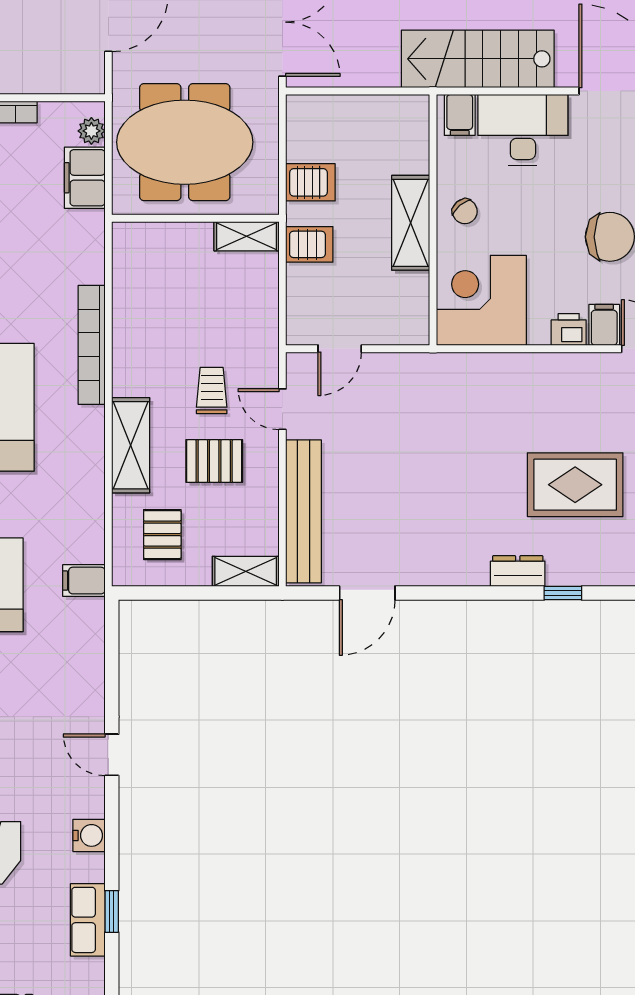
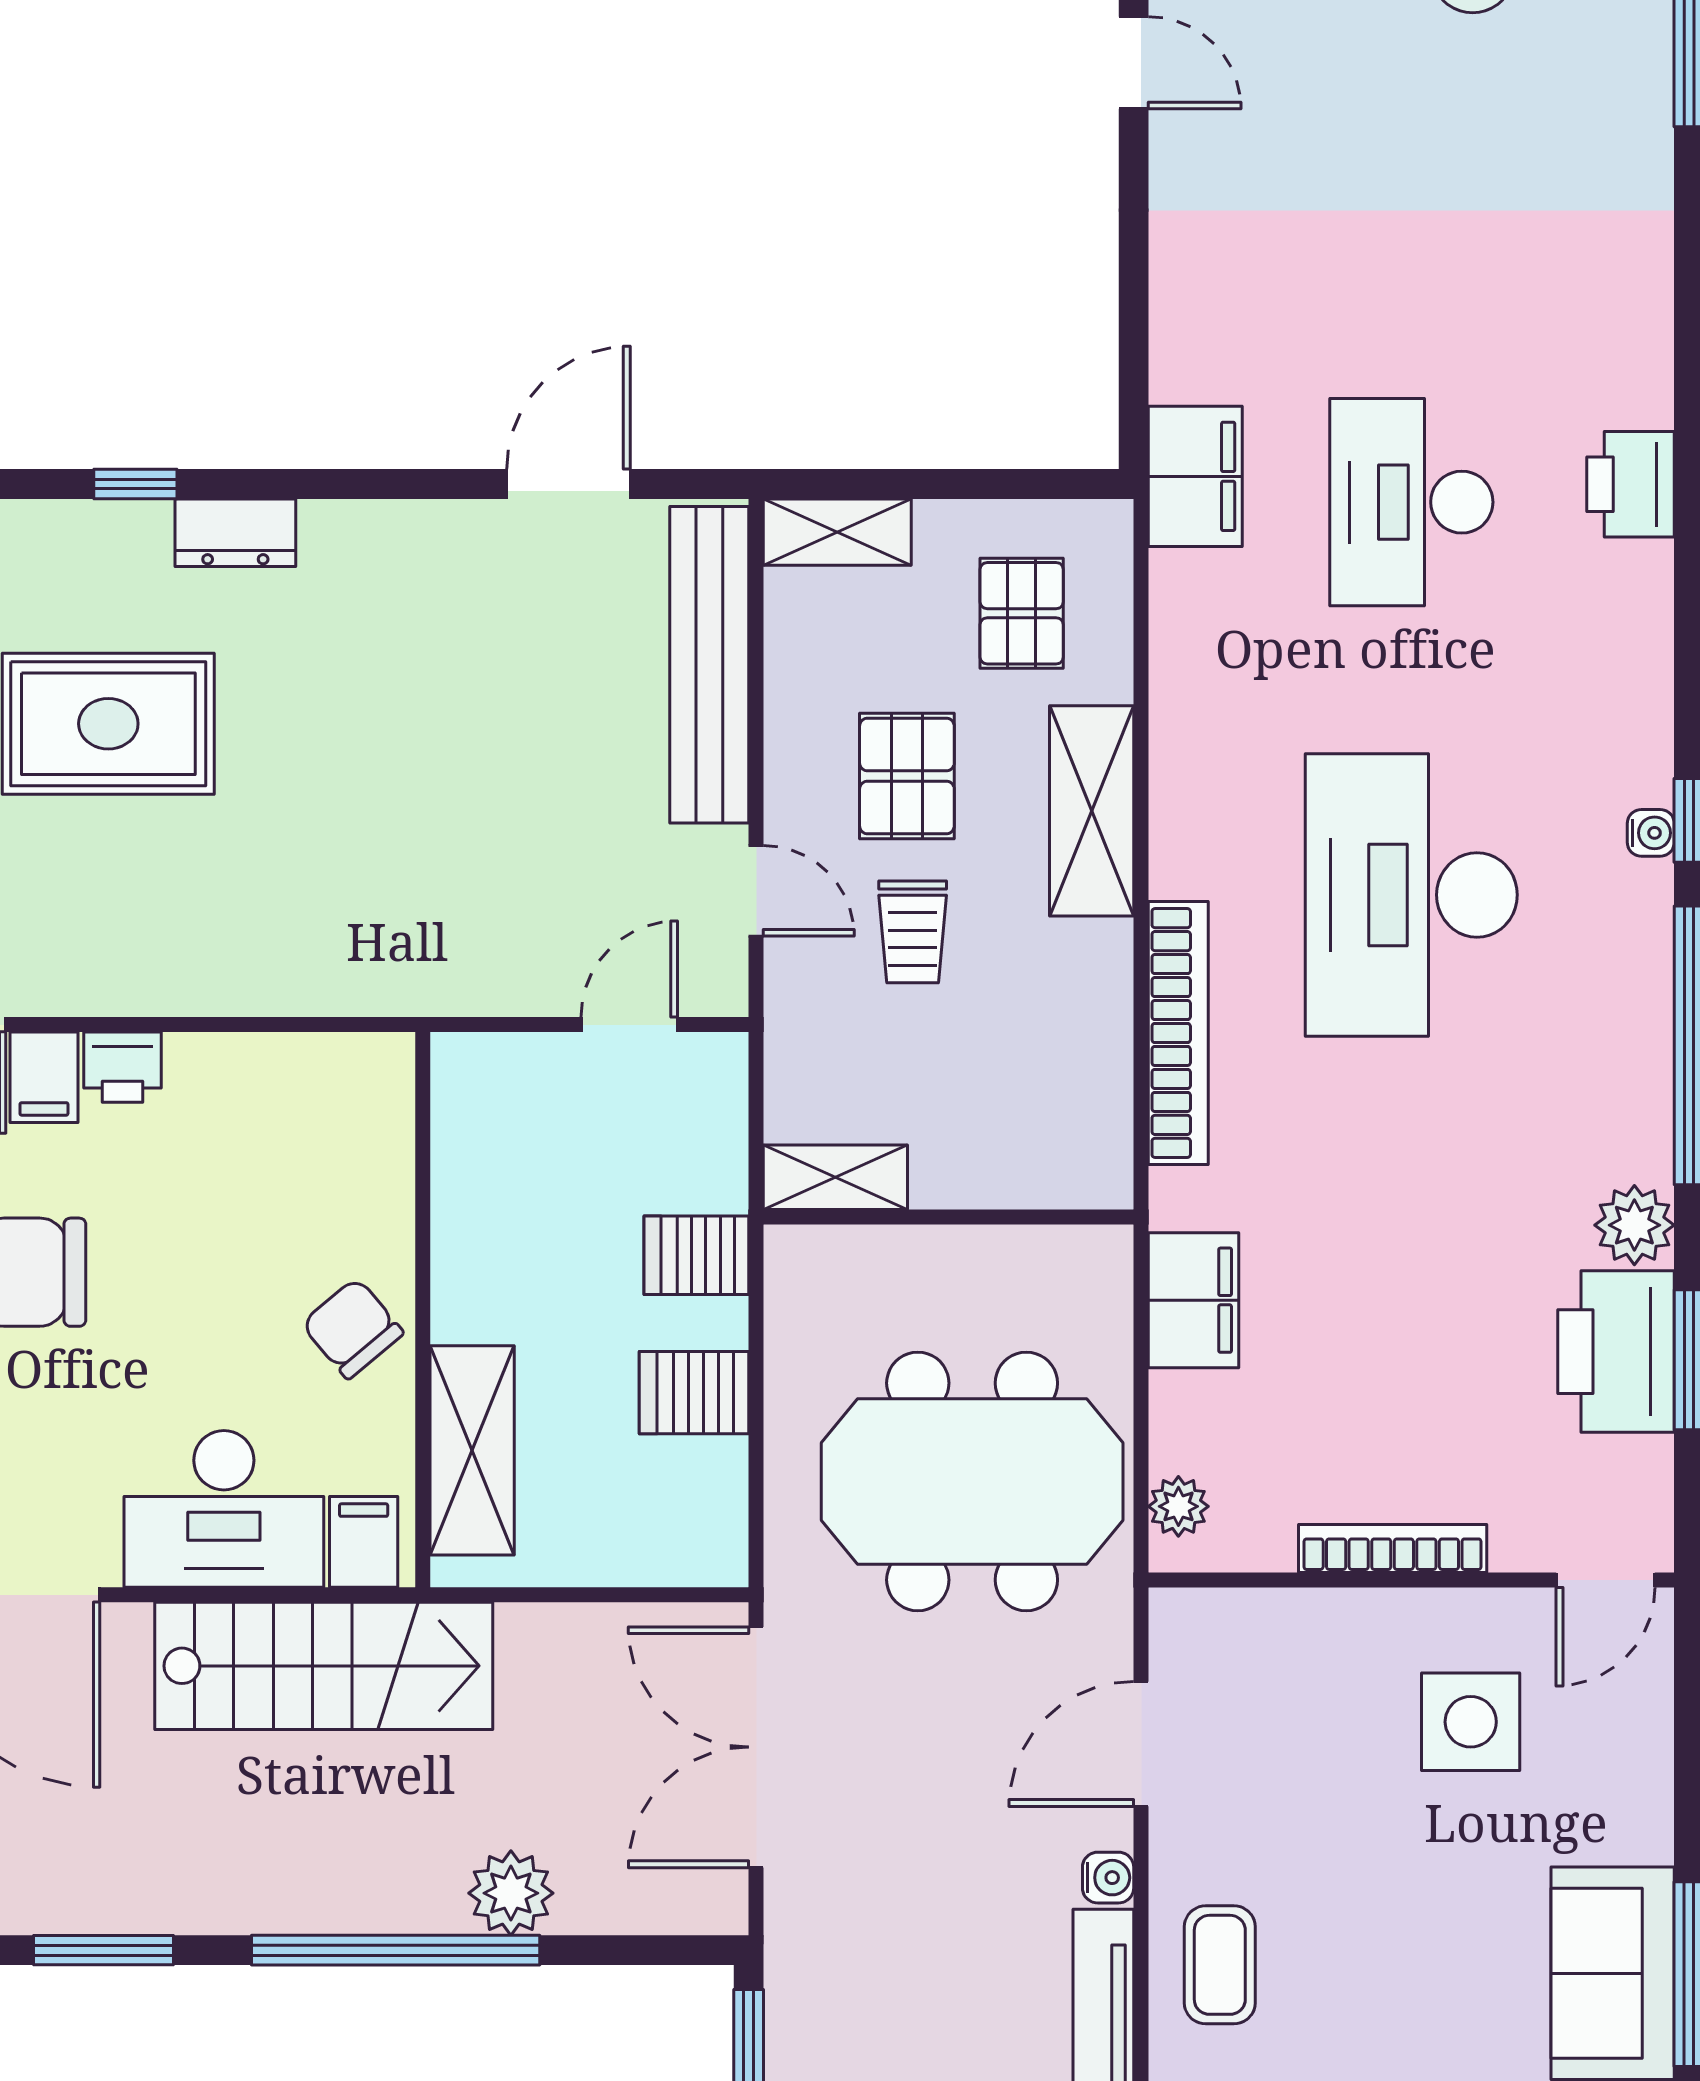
filing cabinet: (85, 178) -> (1194, 1300), moved
chair: (465, 211) -> (352, 1328), width x1.37, depth x1.37
wall: (195, 218) -> (949, 1217), moved
shelving: (411, 223) -> (472, 1450), moved
shelving: (247, 236) -> (835, 1177), moved
corner desk: (481, 300) -> (316, 1132), removed
pallet: (214, 461) -> (907, 776), turned 90
filing cabinet: (84, 581) -> (1195, 476), width x2.00
door: (112, 755) -> (1134, 63), moved

